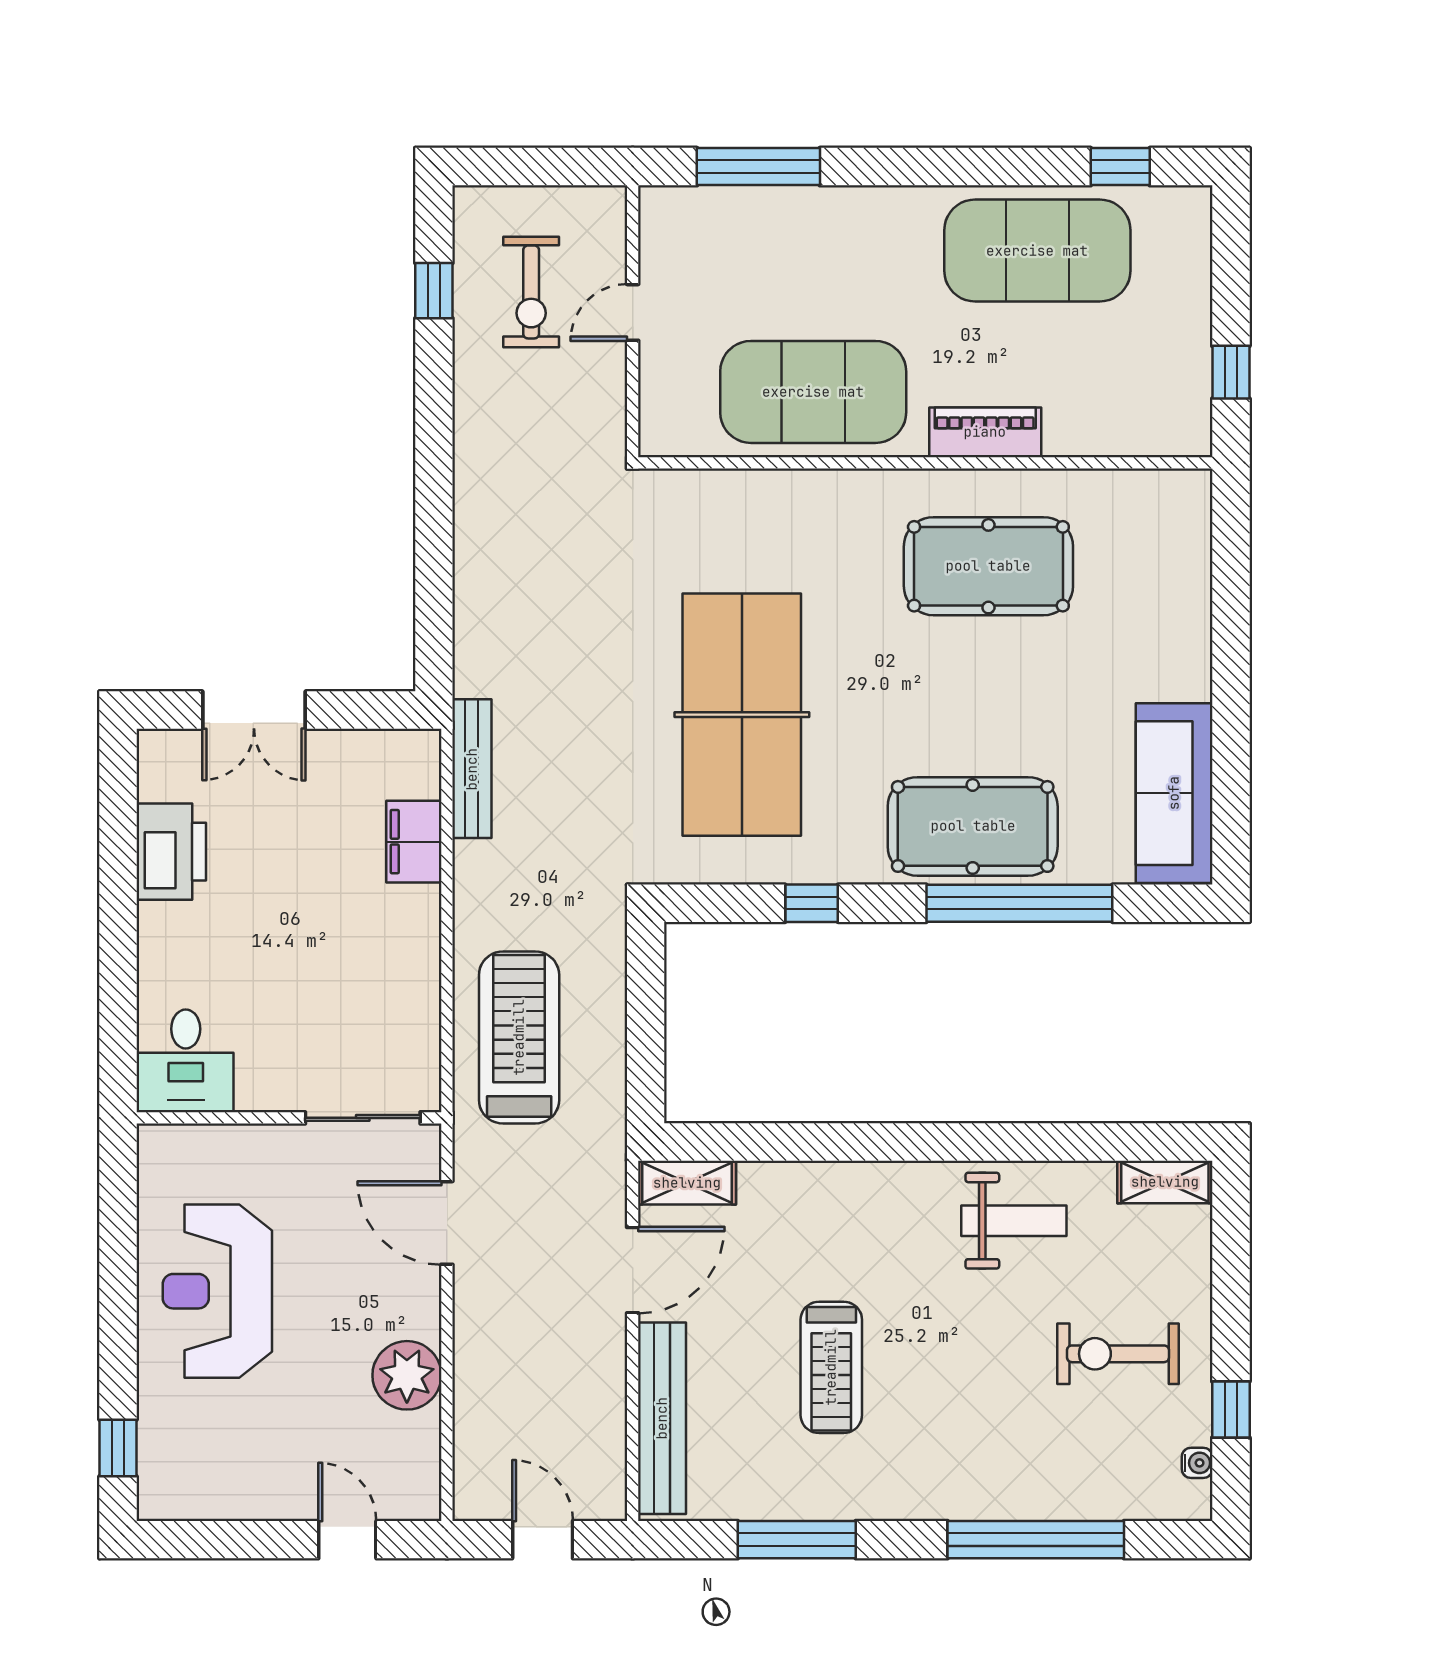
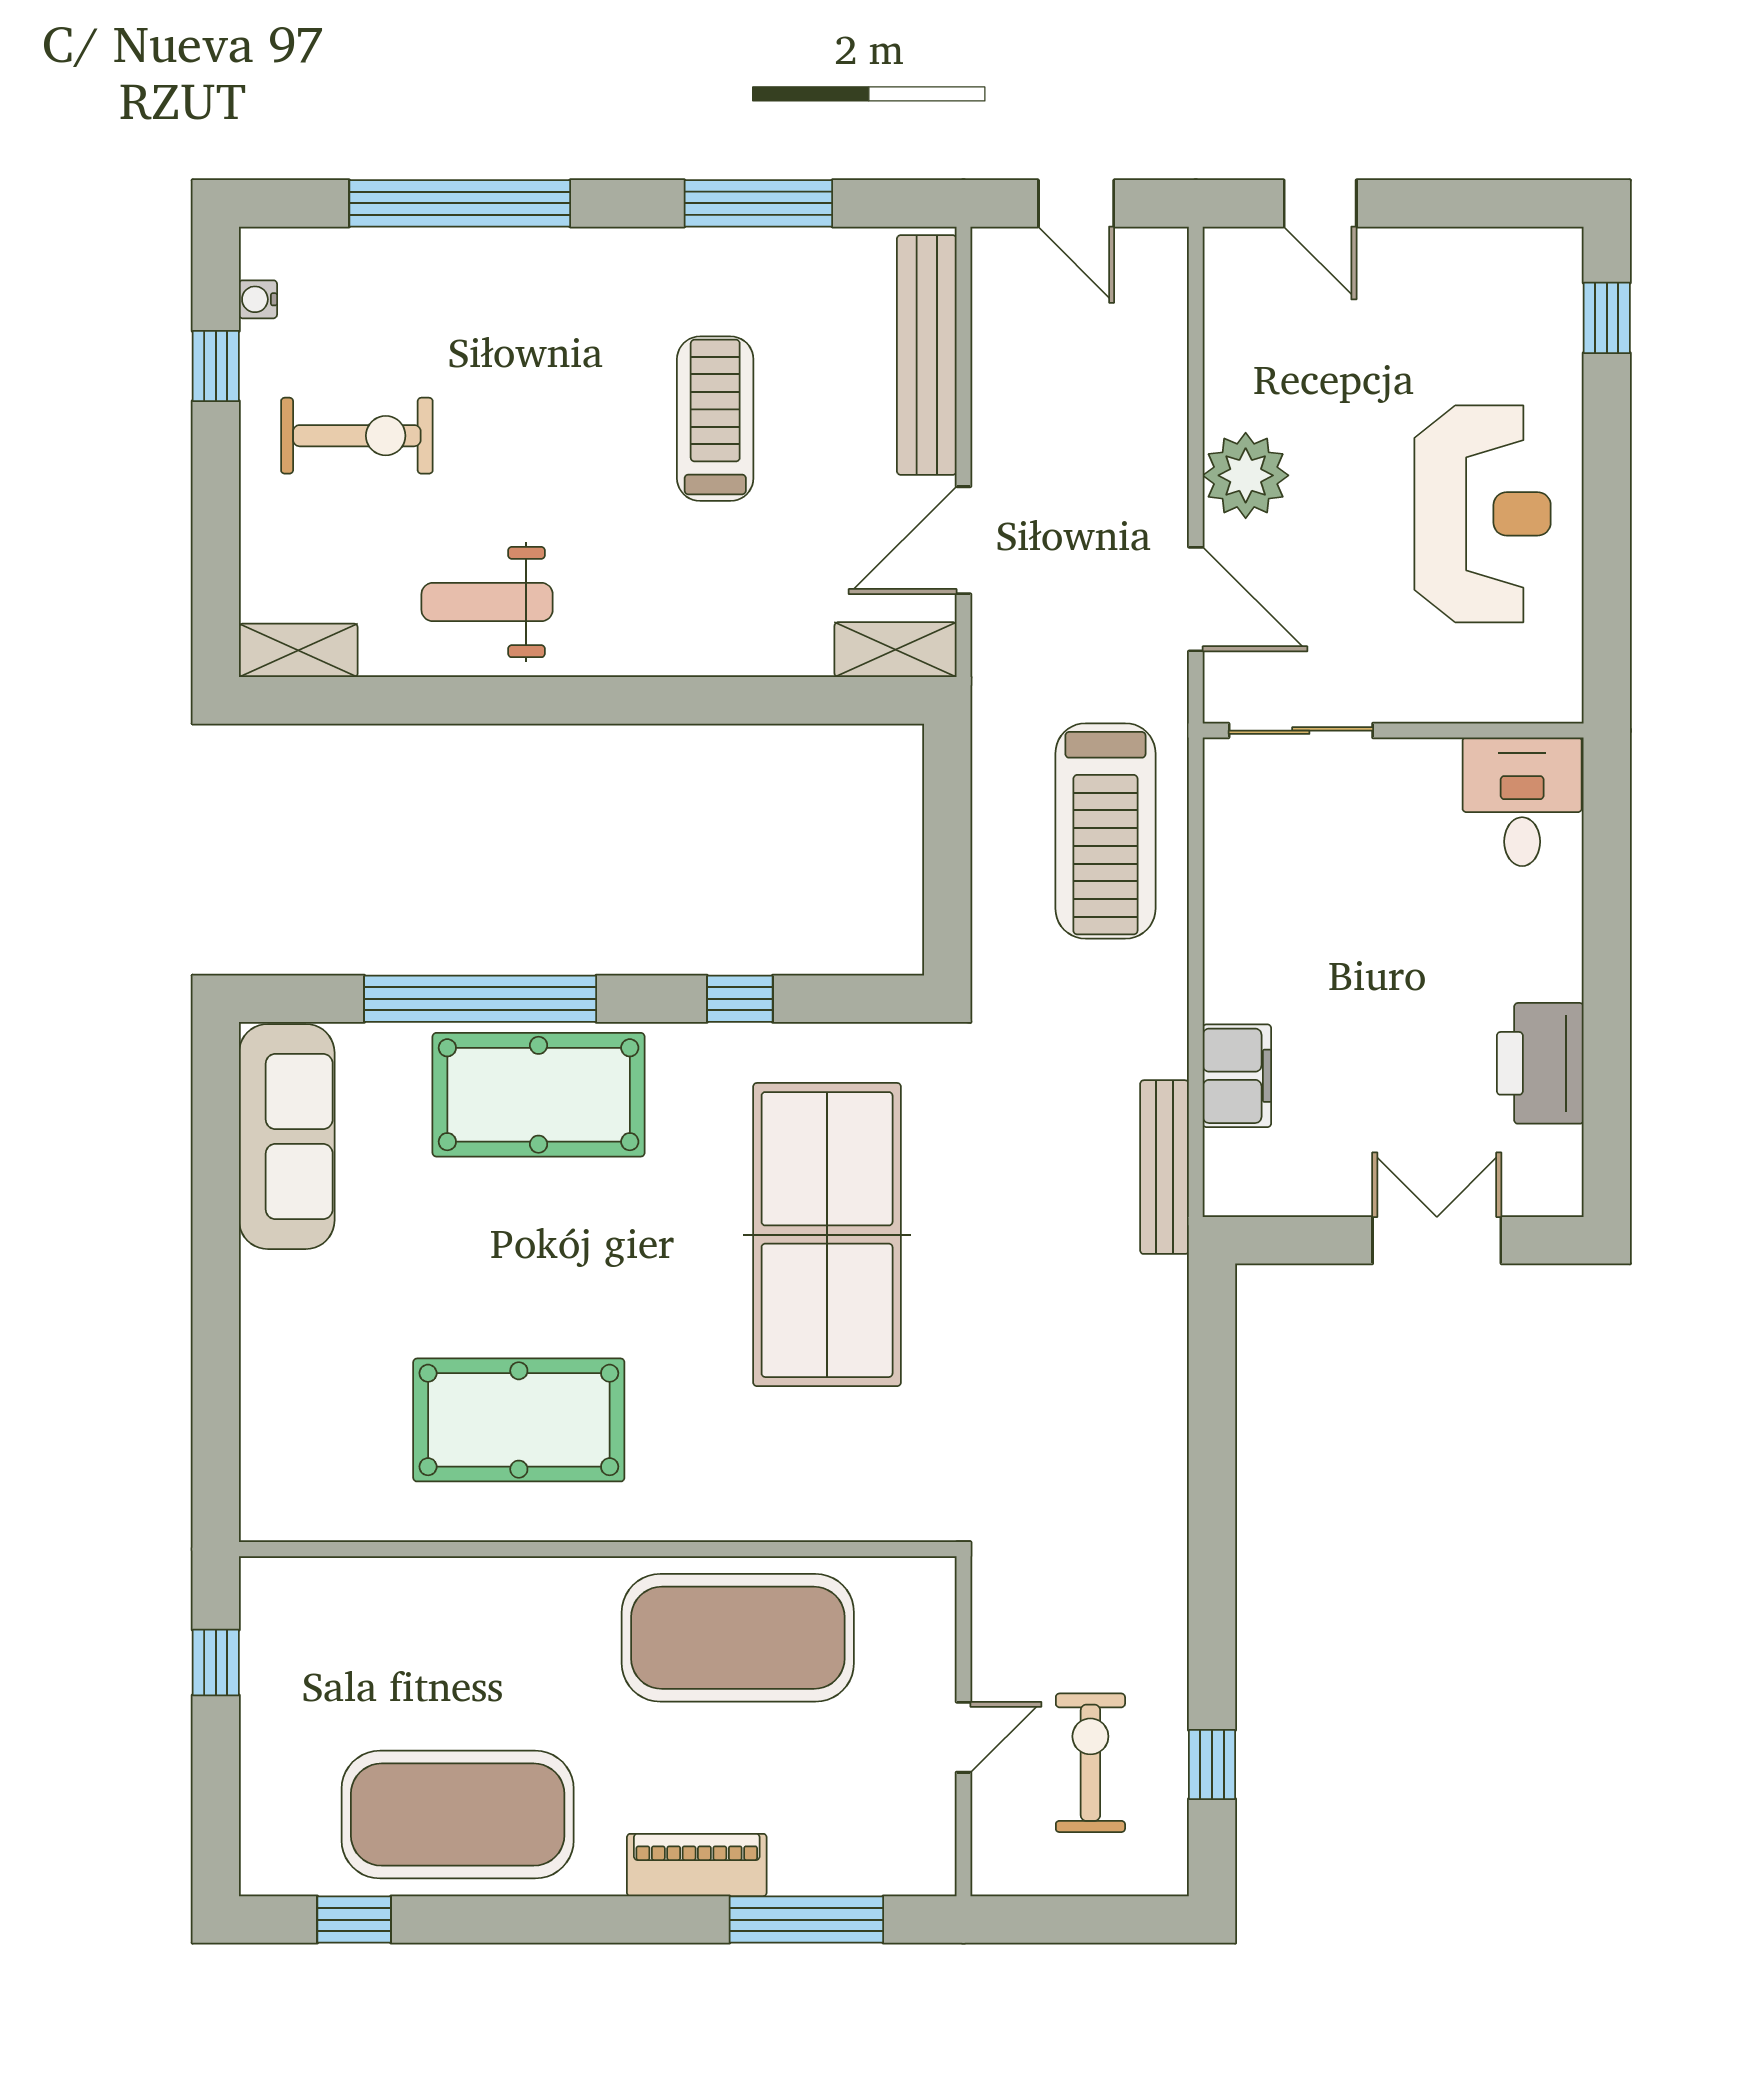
piano: (985, 432) -> (697, 1865), moved, turned 180
plant: (407, 1375) -> (1246, 475), moved

